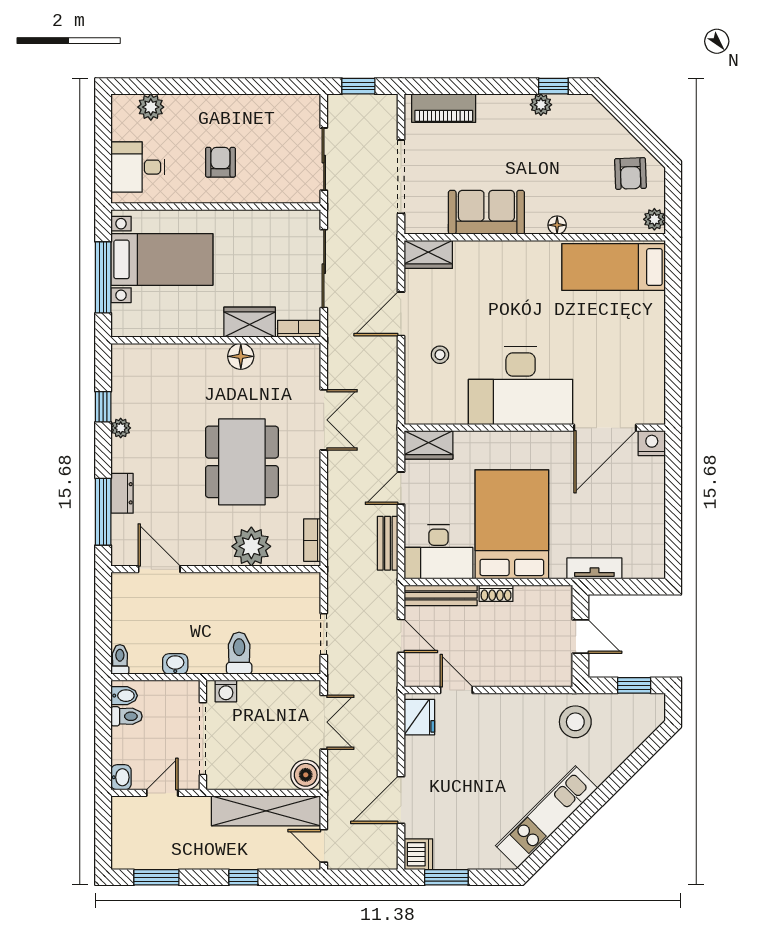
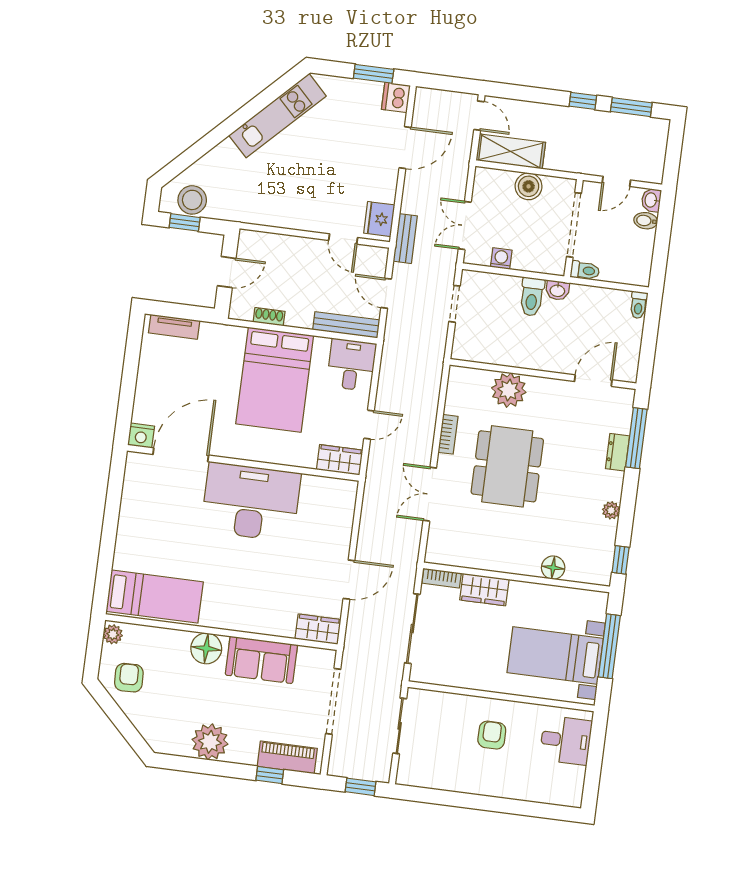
window: (553, 86) -> (270, 775), moved
plant: (541, 105) -> (210, 742), width x1.88, depth x1.88
plant: (151, 107) -> (547, 792), removed
armchair: (220, 162) -> (492, 735), turned 180
floor lamp: (557, 225) -> (206, 648), width x1.89, depth x1.89
stool: (440, 355) -> (319, 539), removed
floor lamp: (241, 356) -> (553, 568), moved
window: (103, 407) -> (621, 560), moved
bookcase: (312, 540) -> (448, 434), moved
bench: (388, 543) -> (405, 239), moved
desk: (439, 552) -> (351, 365), width x0.73
tv unit: (594, 568) -> (174, 327), moved
door: (159, 569) -> (593, 381), swing flipped
shoe rack: (496, 593) -> (269, 317), moved
door: (580, 637) -> (227, 272), swing flipped
washbasin: (175, 664) -> (557, 290), moved
washing machine: (226, 691) -> (501, 258), moved
bidet: (124, 696) -> (646, 221), moved
toilet: (126, 716) -> (585, 270), moved, turned 180
stool: (575, 722) -> (192, 200), moved
boiler: (306, 775) -> (529, 186), moved
shelving: (266, 811) -> (511, 151), width x0.68
window: (243, 877) -> (583, 101), moved

